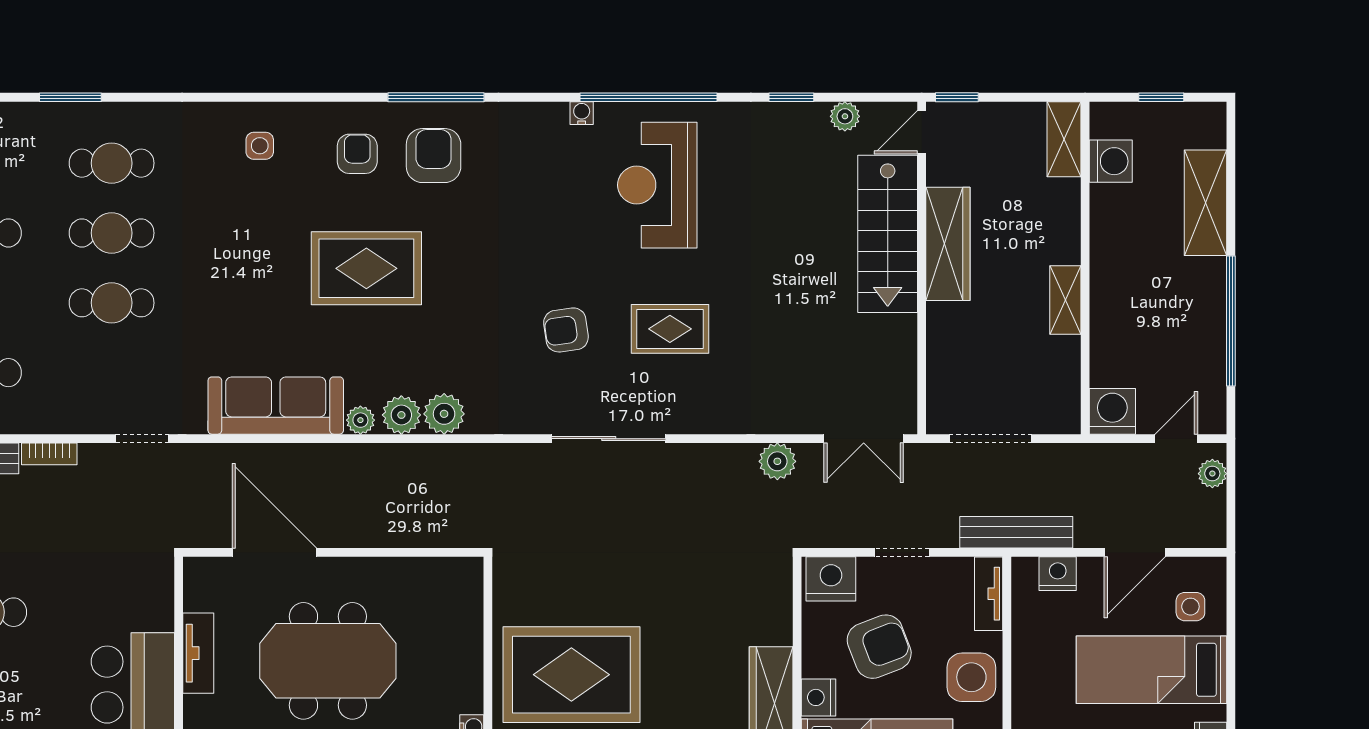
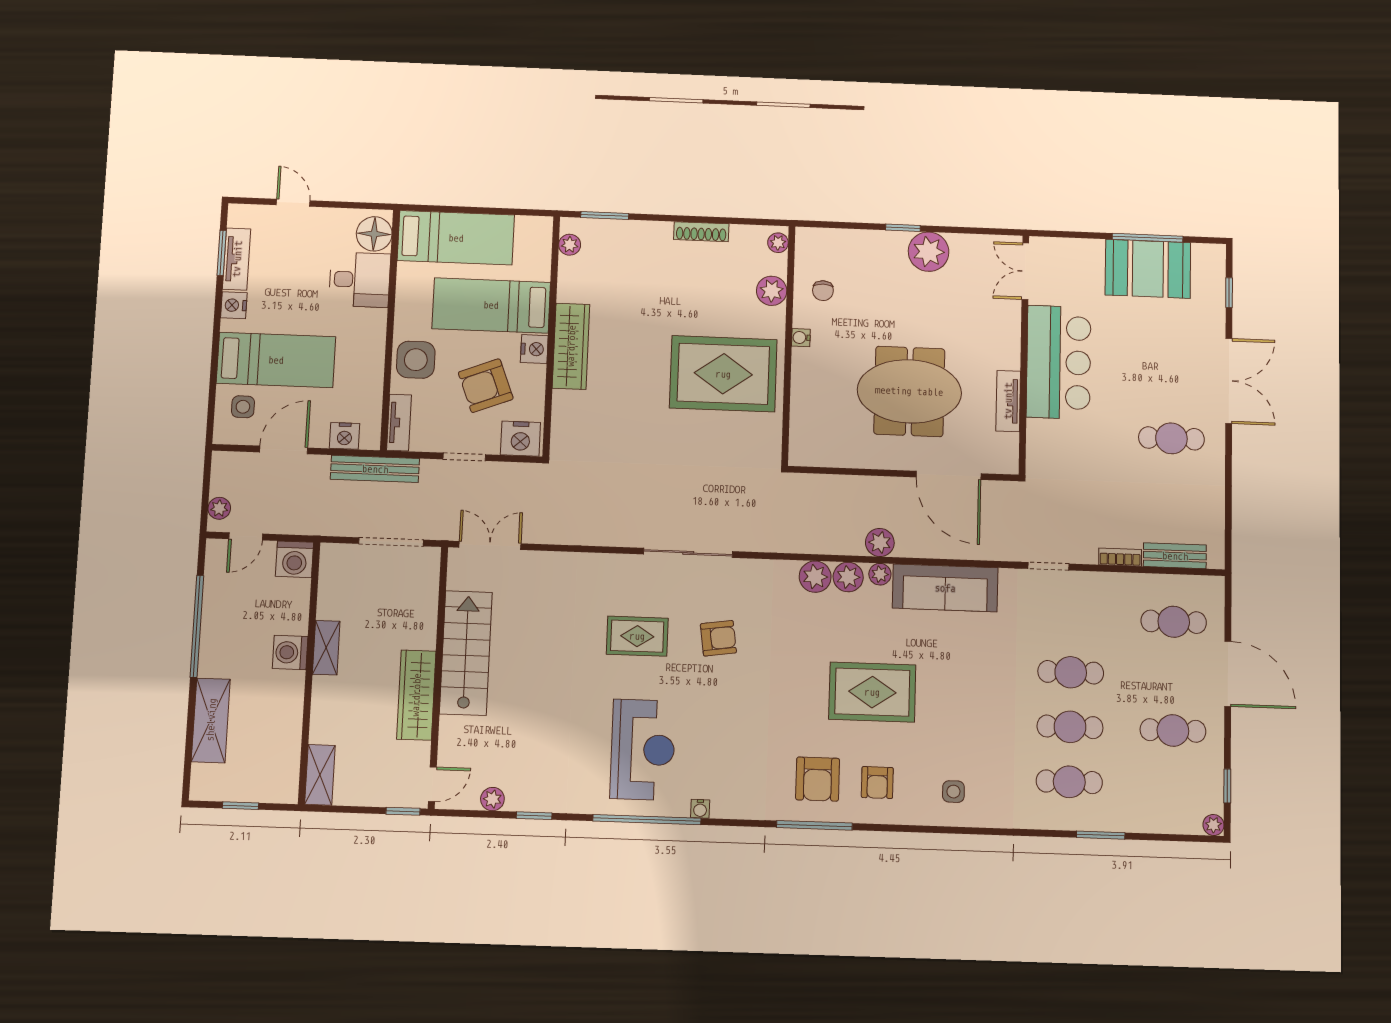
washing machine: (1111, 161) -> (290, 652), moved
stairs: (888, 234) -> (466, 653), moved
plant: (777, 461) -> (880, 542), moved

